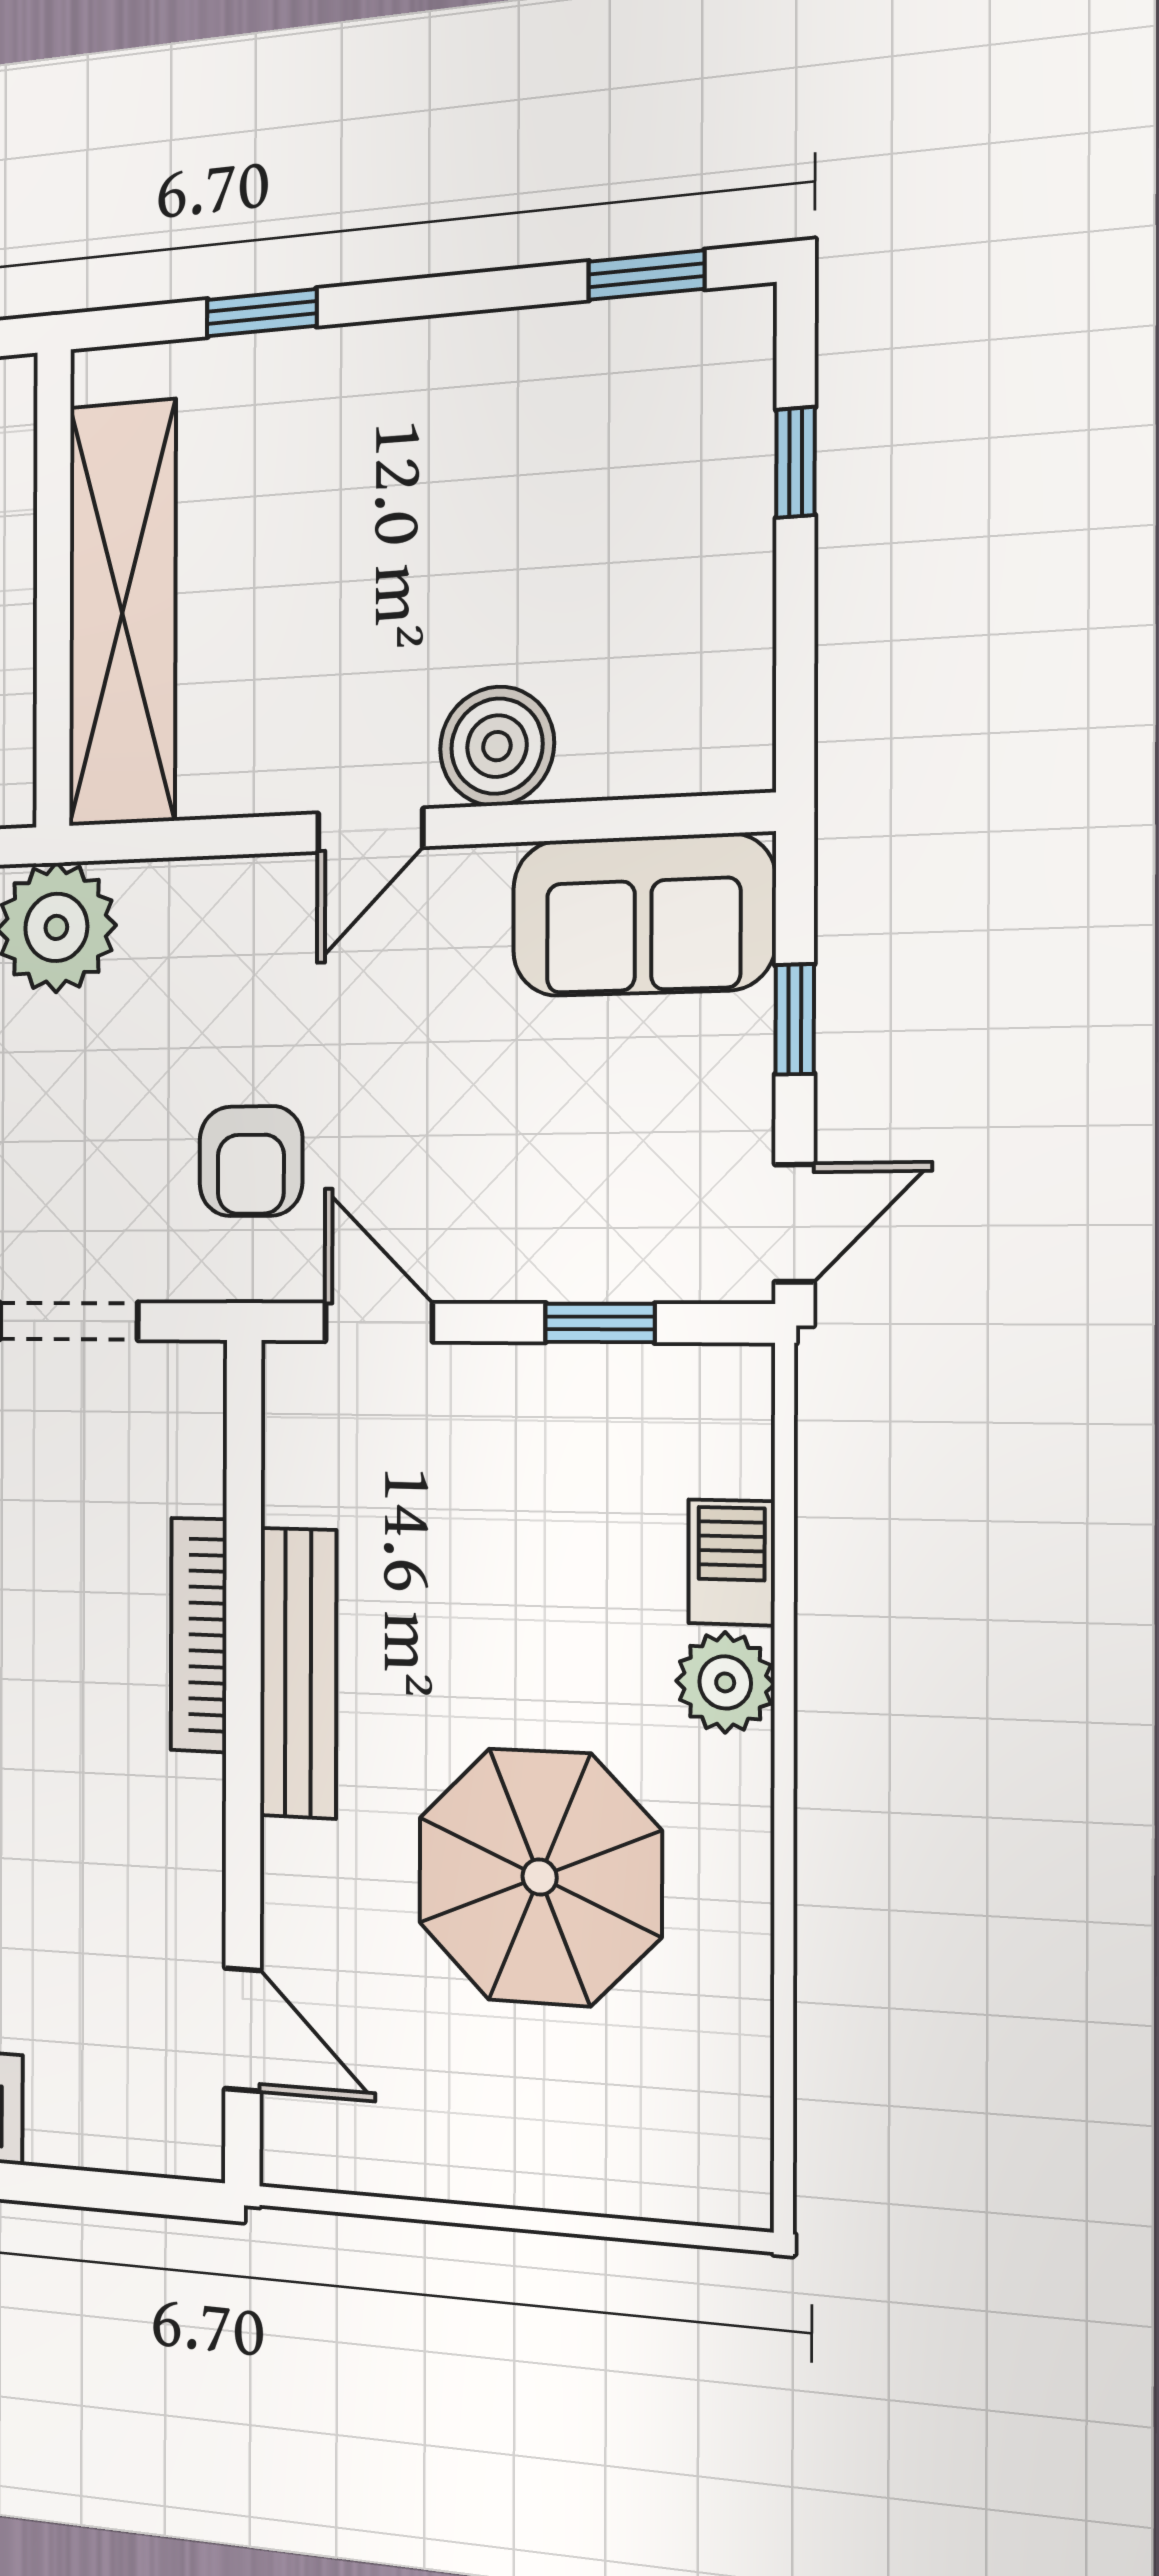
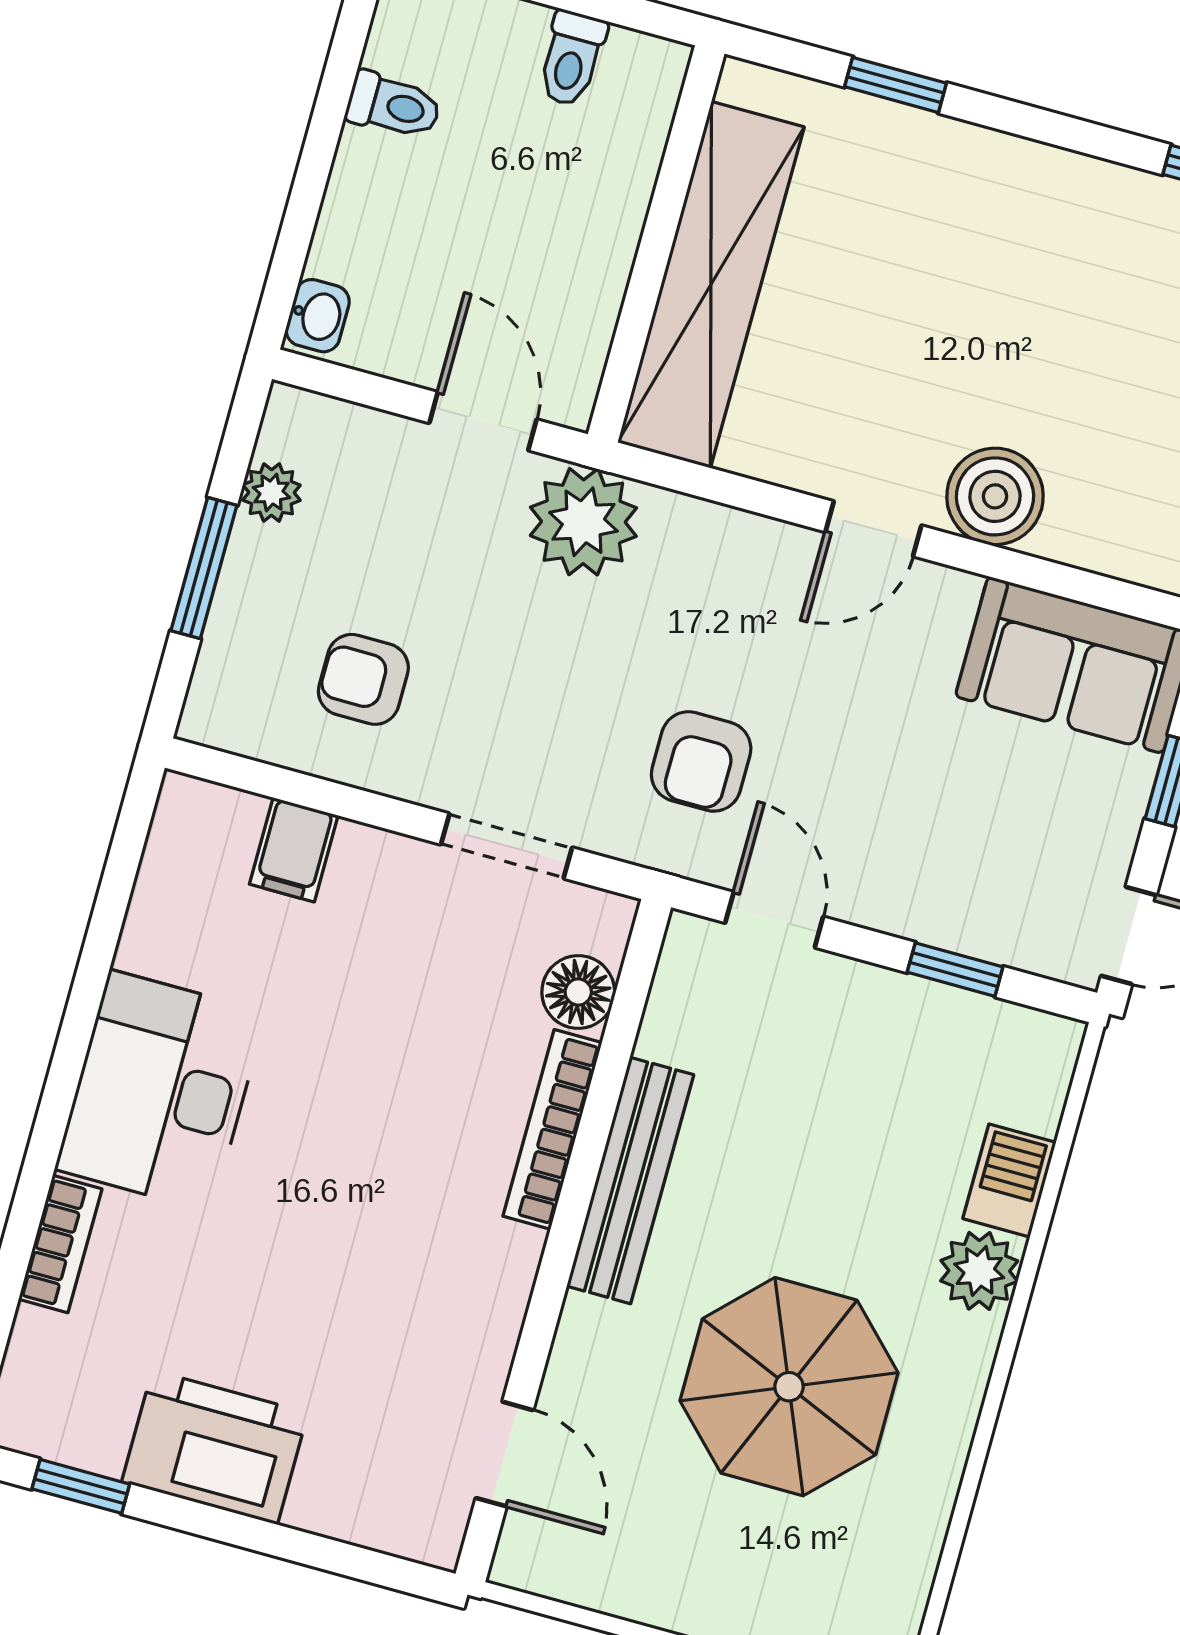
floor lamp: (186, 1467) -> (578, 992), added

